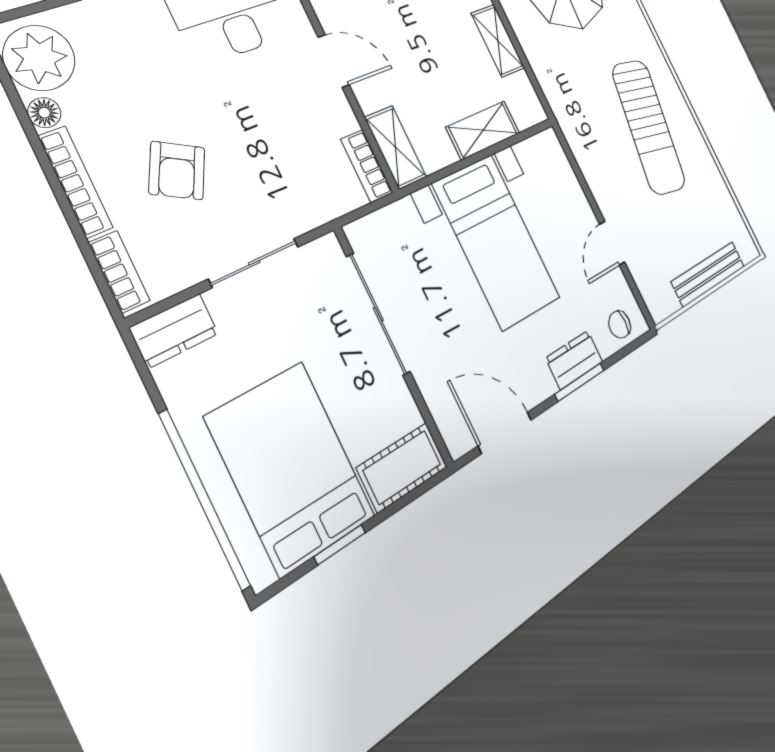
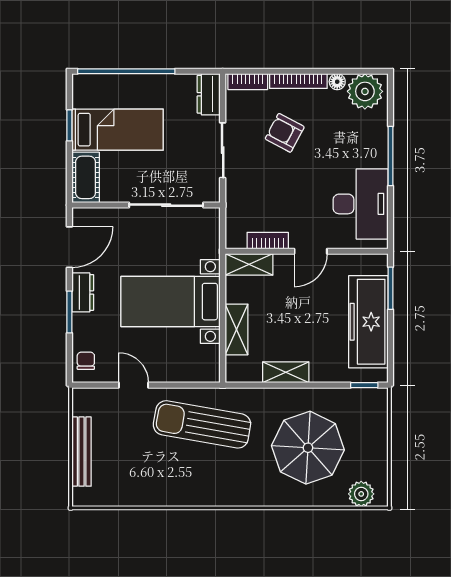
sun lounger: (649, 127) -> (202, 424), moved
bookcase: (367, 166) -> (268, 241), moved
dresser: (574, 360) -> (83, 292), moved
bed: (291, 467) -> (118, 130), width x0.67

